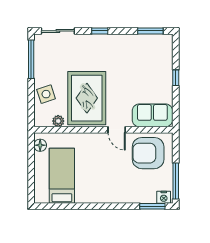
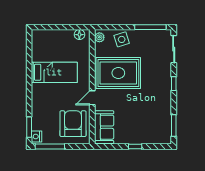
plant: (58, 121) -> (99, 37), moved
bed: (62, 176) -> (54, 72), moved

